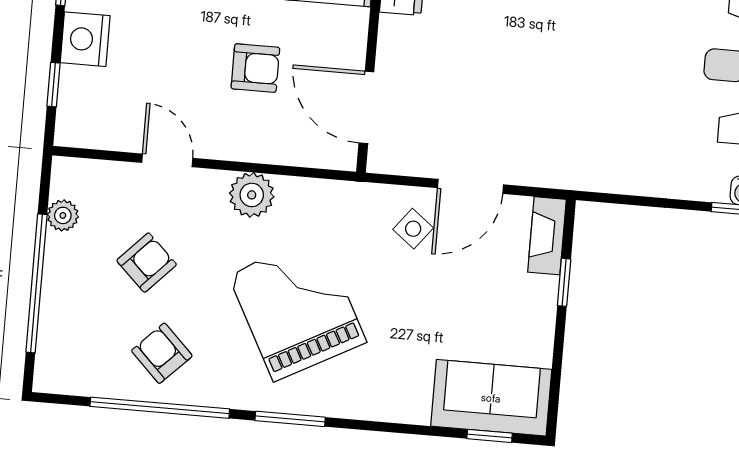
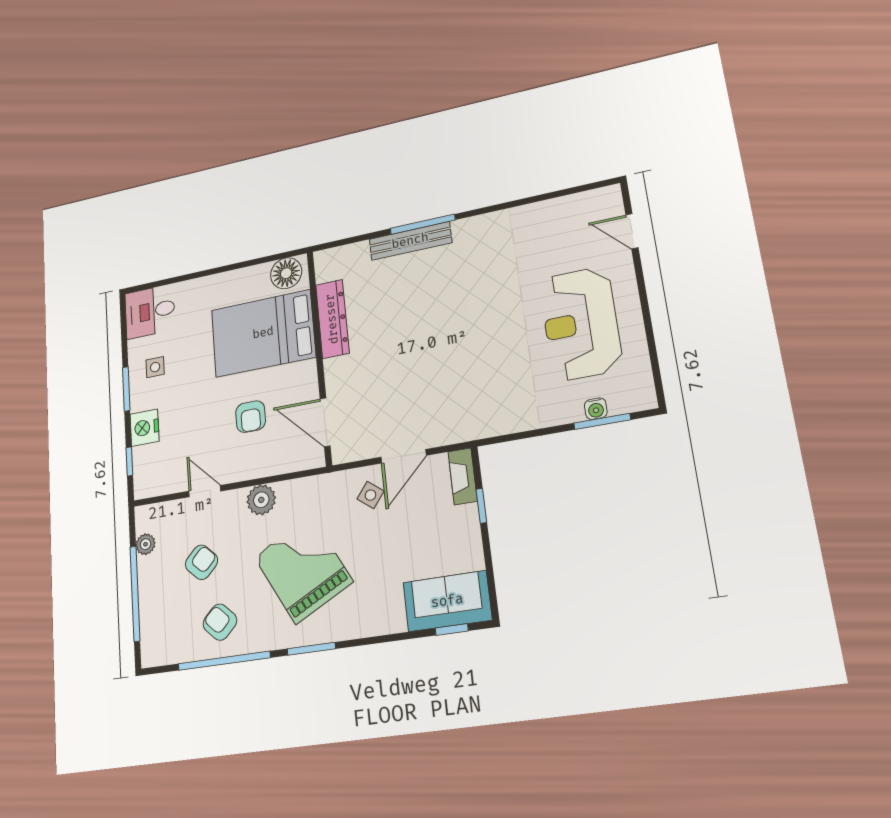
armchair: (255, 68) -> (251, 417), turned 90

